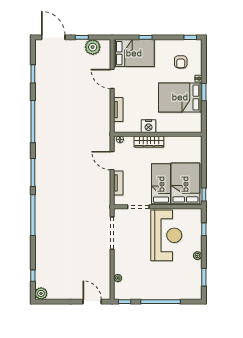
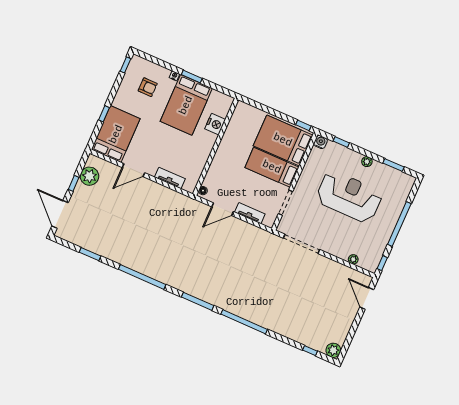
door: (53, 37) -> (60, 214), hinge flipped
nightstand: (149, 126) -> (215, 124), moved
wardrobe: (149, 141) -> (219, 160), removed
water cooler: (197, 213) -> (320, 142), added
reception desk: (166, 235) -> (349, 197), moved
door: (92, 302) -> (367, 298), hinge flipped

